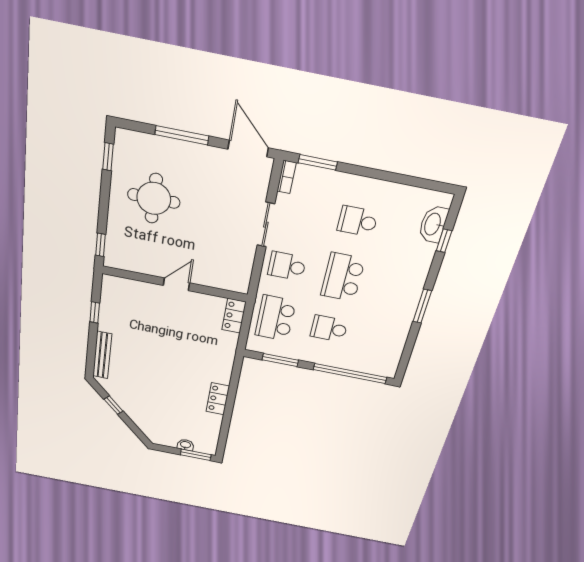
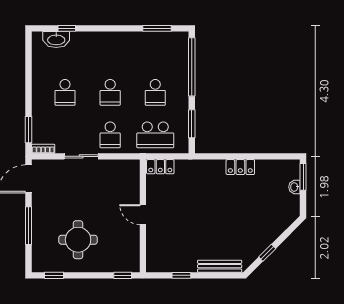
school desk: (343, 277) -> (110, 92), width x0.54
window: (422, 306) -> (157, 28), moved

